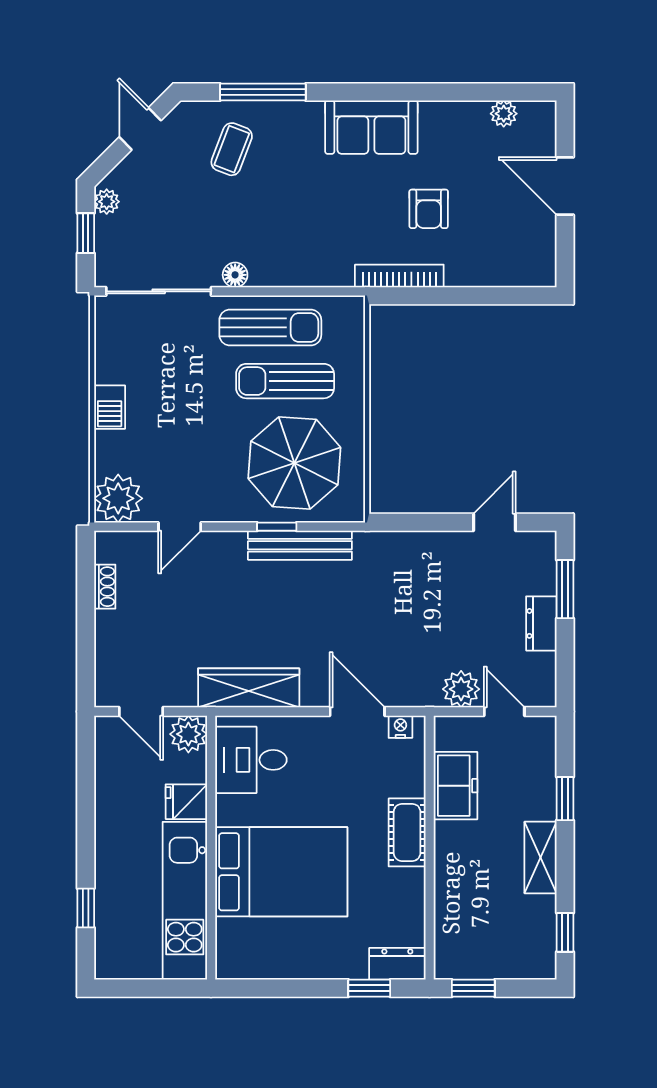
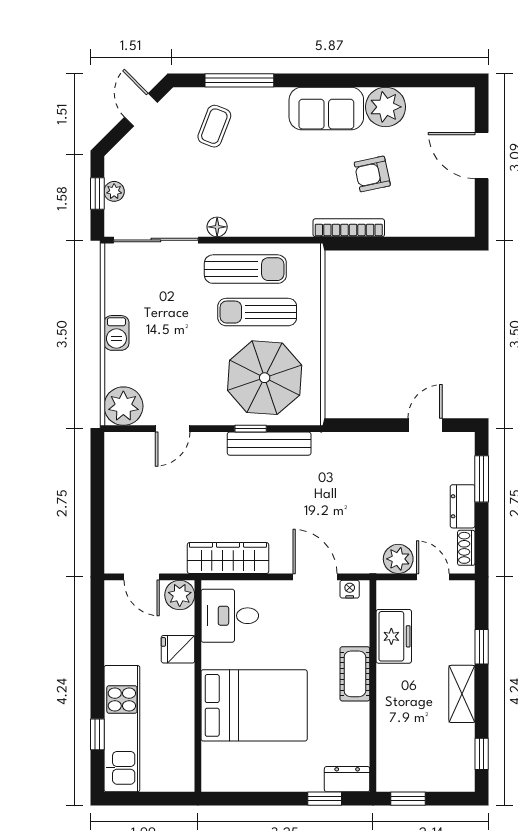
plant: (504, 114) -> (386, 107), moved, width x1.88, depth x1.88
plant: (107, 202) -> (114, 191), moved
armchair: (429, 209) -> (372, 174), turned 78
shoe rack: (105, 587) -> (466, 548), moved, turned 180
kitchen unit: (185, 901) -> (122, 729), moved, turned 180

